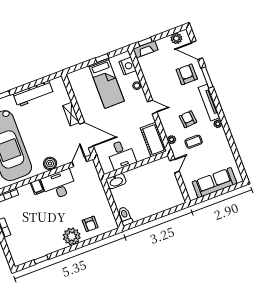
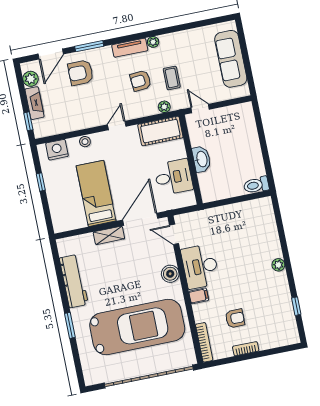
fireplace: (145, 49) -> (35, 103), moved
bed: (106, 83) -> (96, 193), moved, turned -90
tv unit: (209, 103) -> (130, 48), width x0.71
washbasin: (116, 181) -> (201, 159), moved
armchair: (90, 224) -> (235, 318), moved
plant: (72, 236) -> (278, 265), width x0.53, depth x0.53

